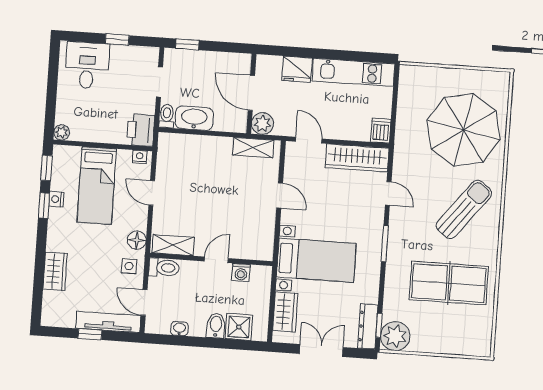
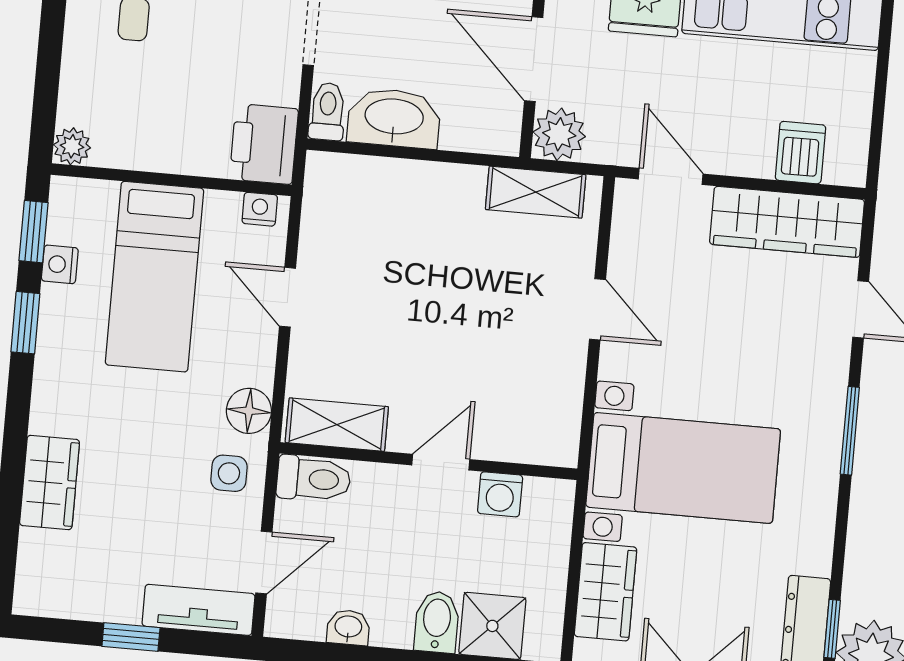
dishwasher: (381, 131) -> (800, 153), moved
nightstand: (56, 199) -> (60, 264), moved
door: (144, 303) -> (264, 562), swing flipped
tv unit: (108, 322) -> (199, 610), width x0.71

